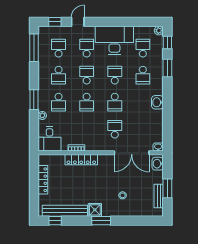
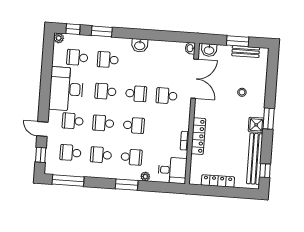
school desk: (59, 75) -> (101, 155), turned 180
school desk: (143, 75) -> (108, 60), turned 180

